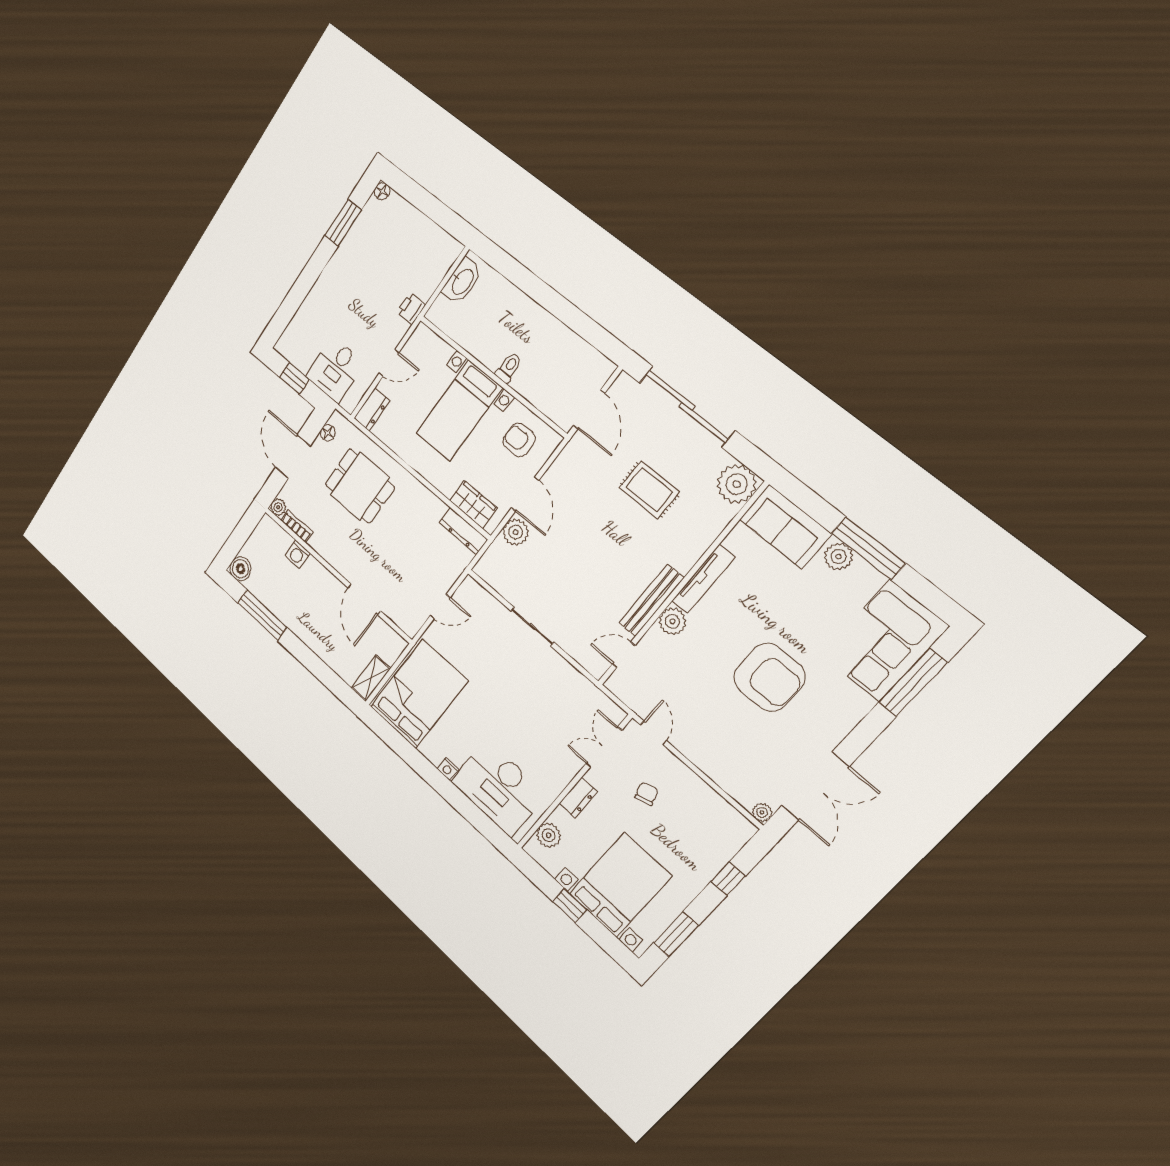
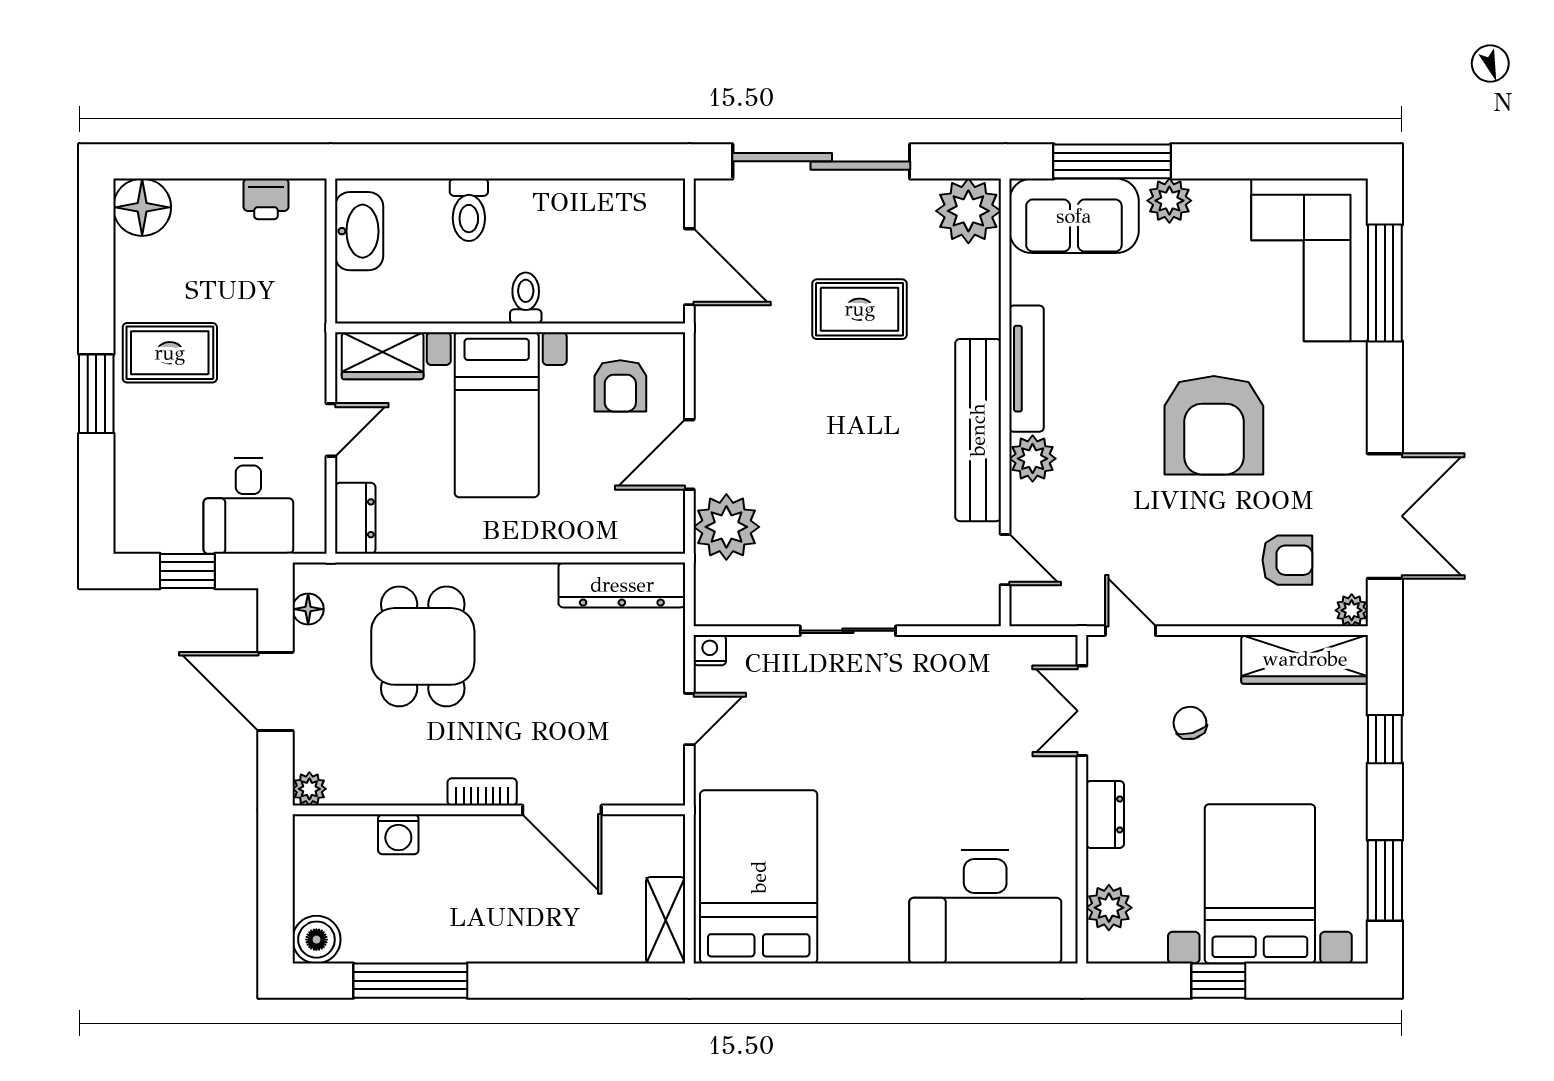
floor lamp: (382, 191) -> (142, 207), width x1.89, depth x1.89
window: (343, 223) -> (96, 394), moved
rug: (350, 277) -> (170, 353), added
toilet: (514, 307) -> (469, 210), added
printer: (411, 308) -> (266, 199), moved, turned -90
armchair: (519, 440) -> (620, 386), turned -90
dining table: (360, 486) -> (423, 646), turned 90
door: (525, 494) -> (689, 454), swing flipped
wardrobe: (473, 504) -> (383, 356), moved, turned 180
bookcase: (297, 526) -> (482, 792), moved
dresser: (463, 531) -> (622, 585), width x1.37, depth x1.24
plant: (516, 532) -> (726, 527), width x1.36, depth x1.36
window: (868, 548) -> (1112, 161), moved
bench: (651, 601) -> (978, 430), width x1.37, depth x1.21
door: (624, 655) -> (1005, 560), swing flipped
armchair: (769, 677) -> (1214, 425), turned 90
armchair: (751, 765) -> (1287, 560), added
nightstand: (448, 769) -> (710, 650), moved, turned 180
wardrobe: (721, 814) -> (1305, 659), added

